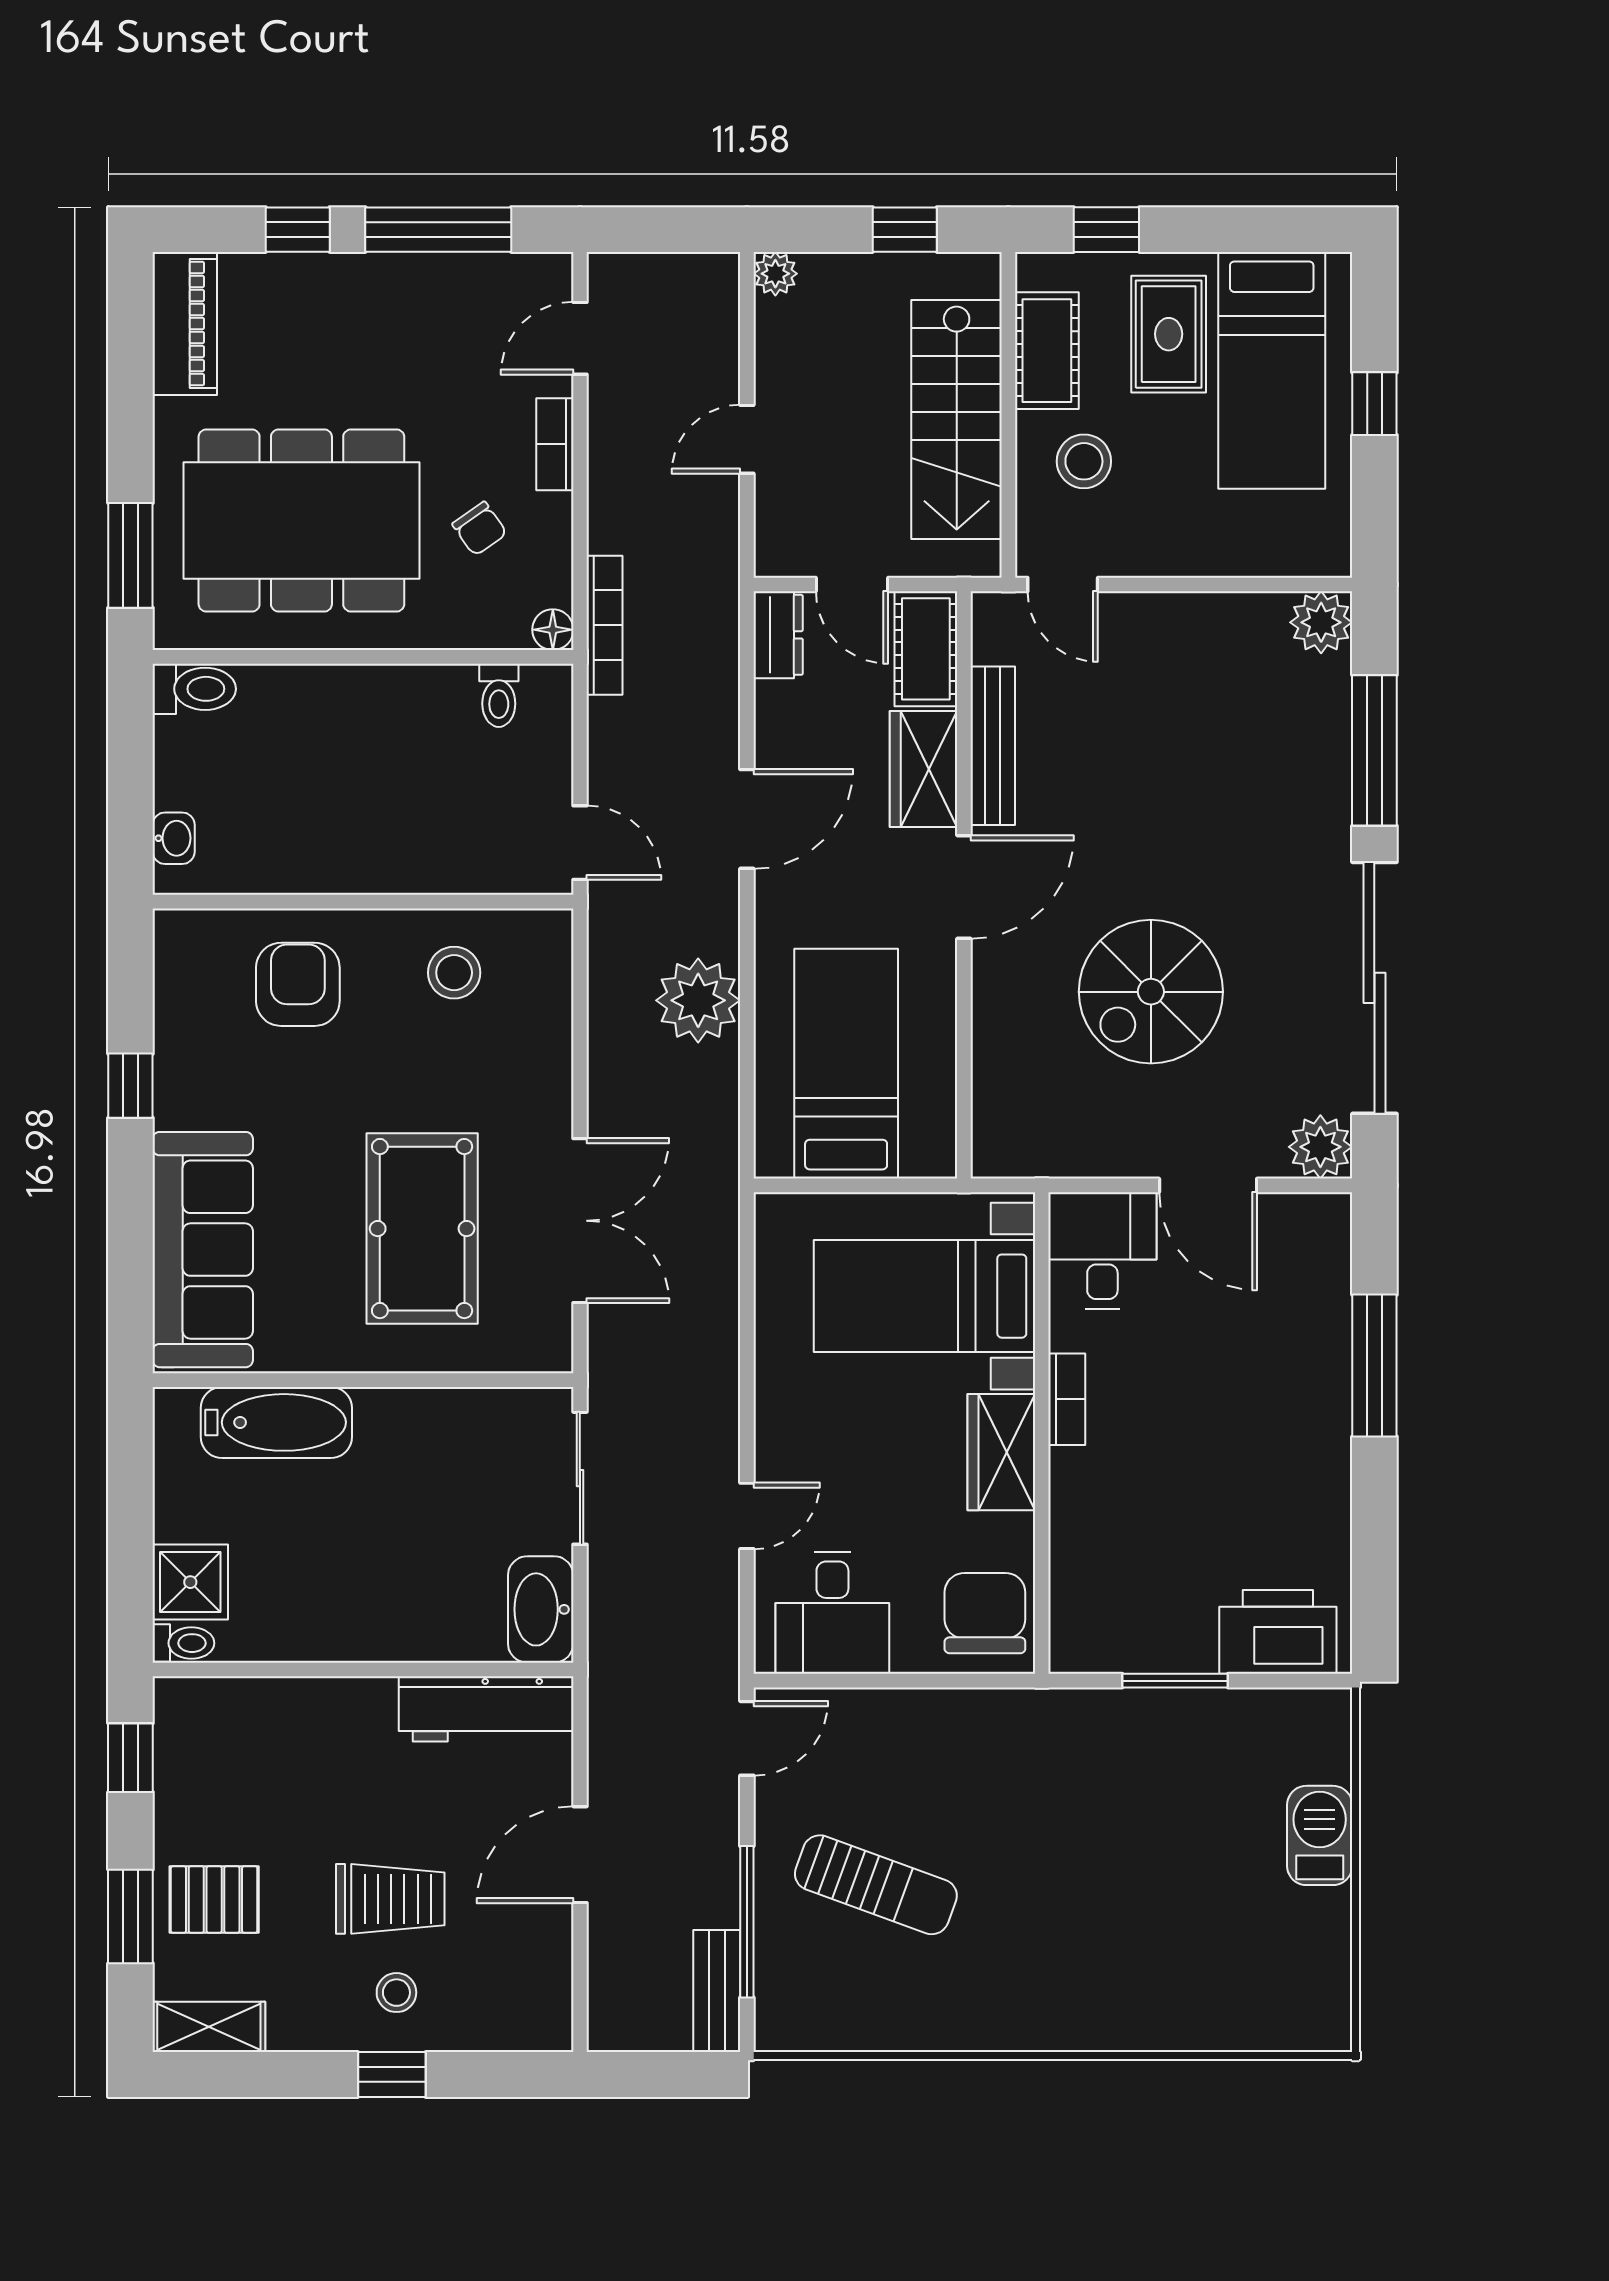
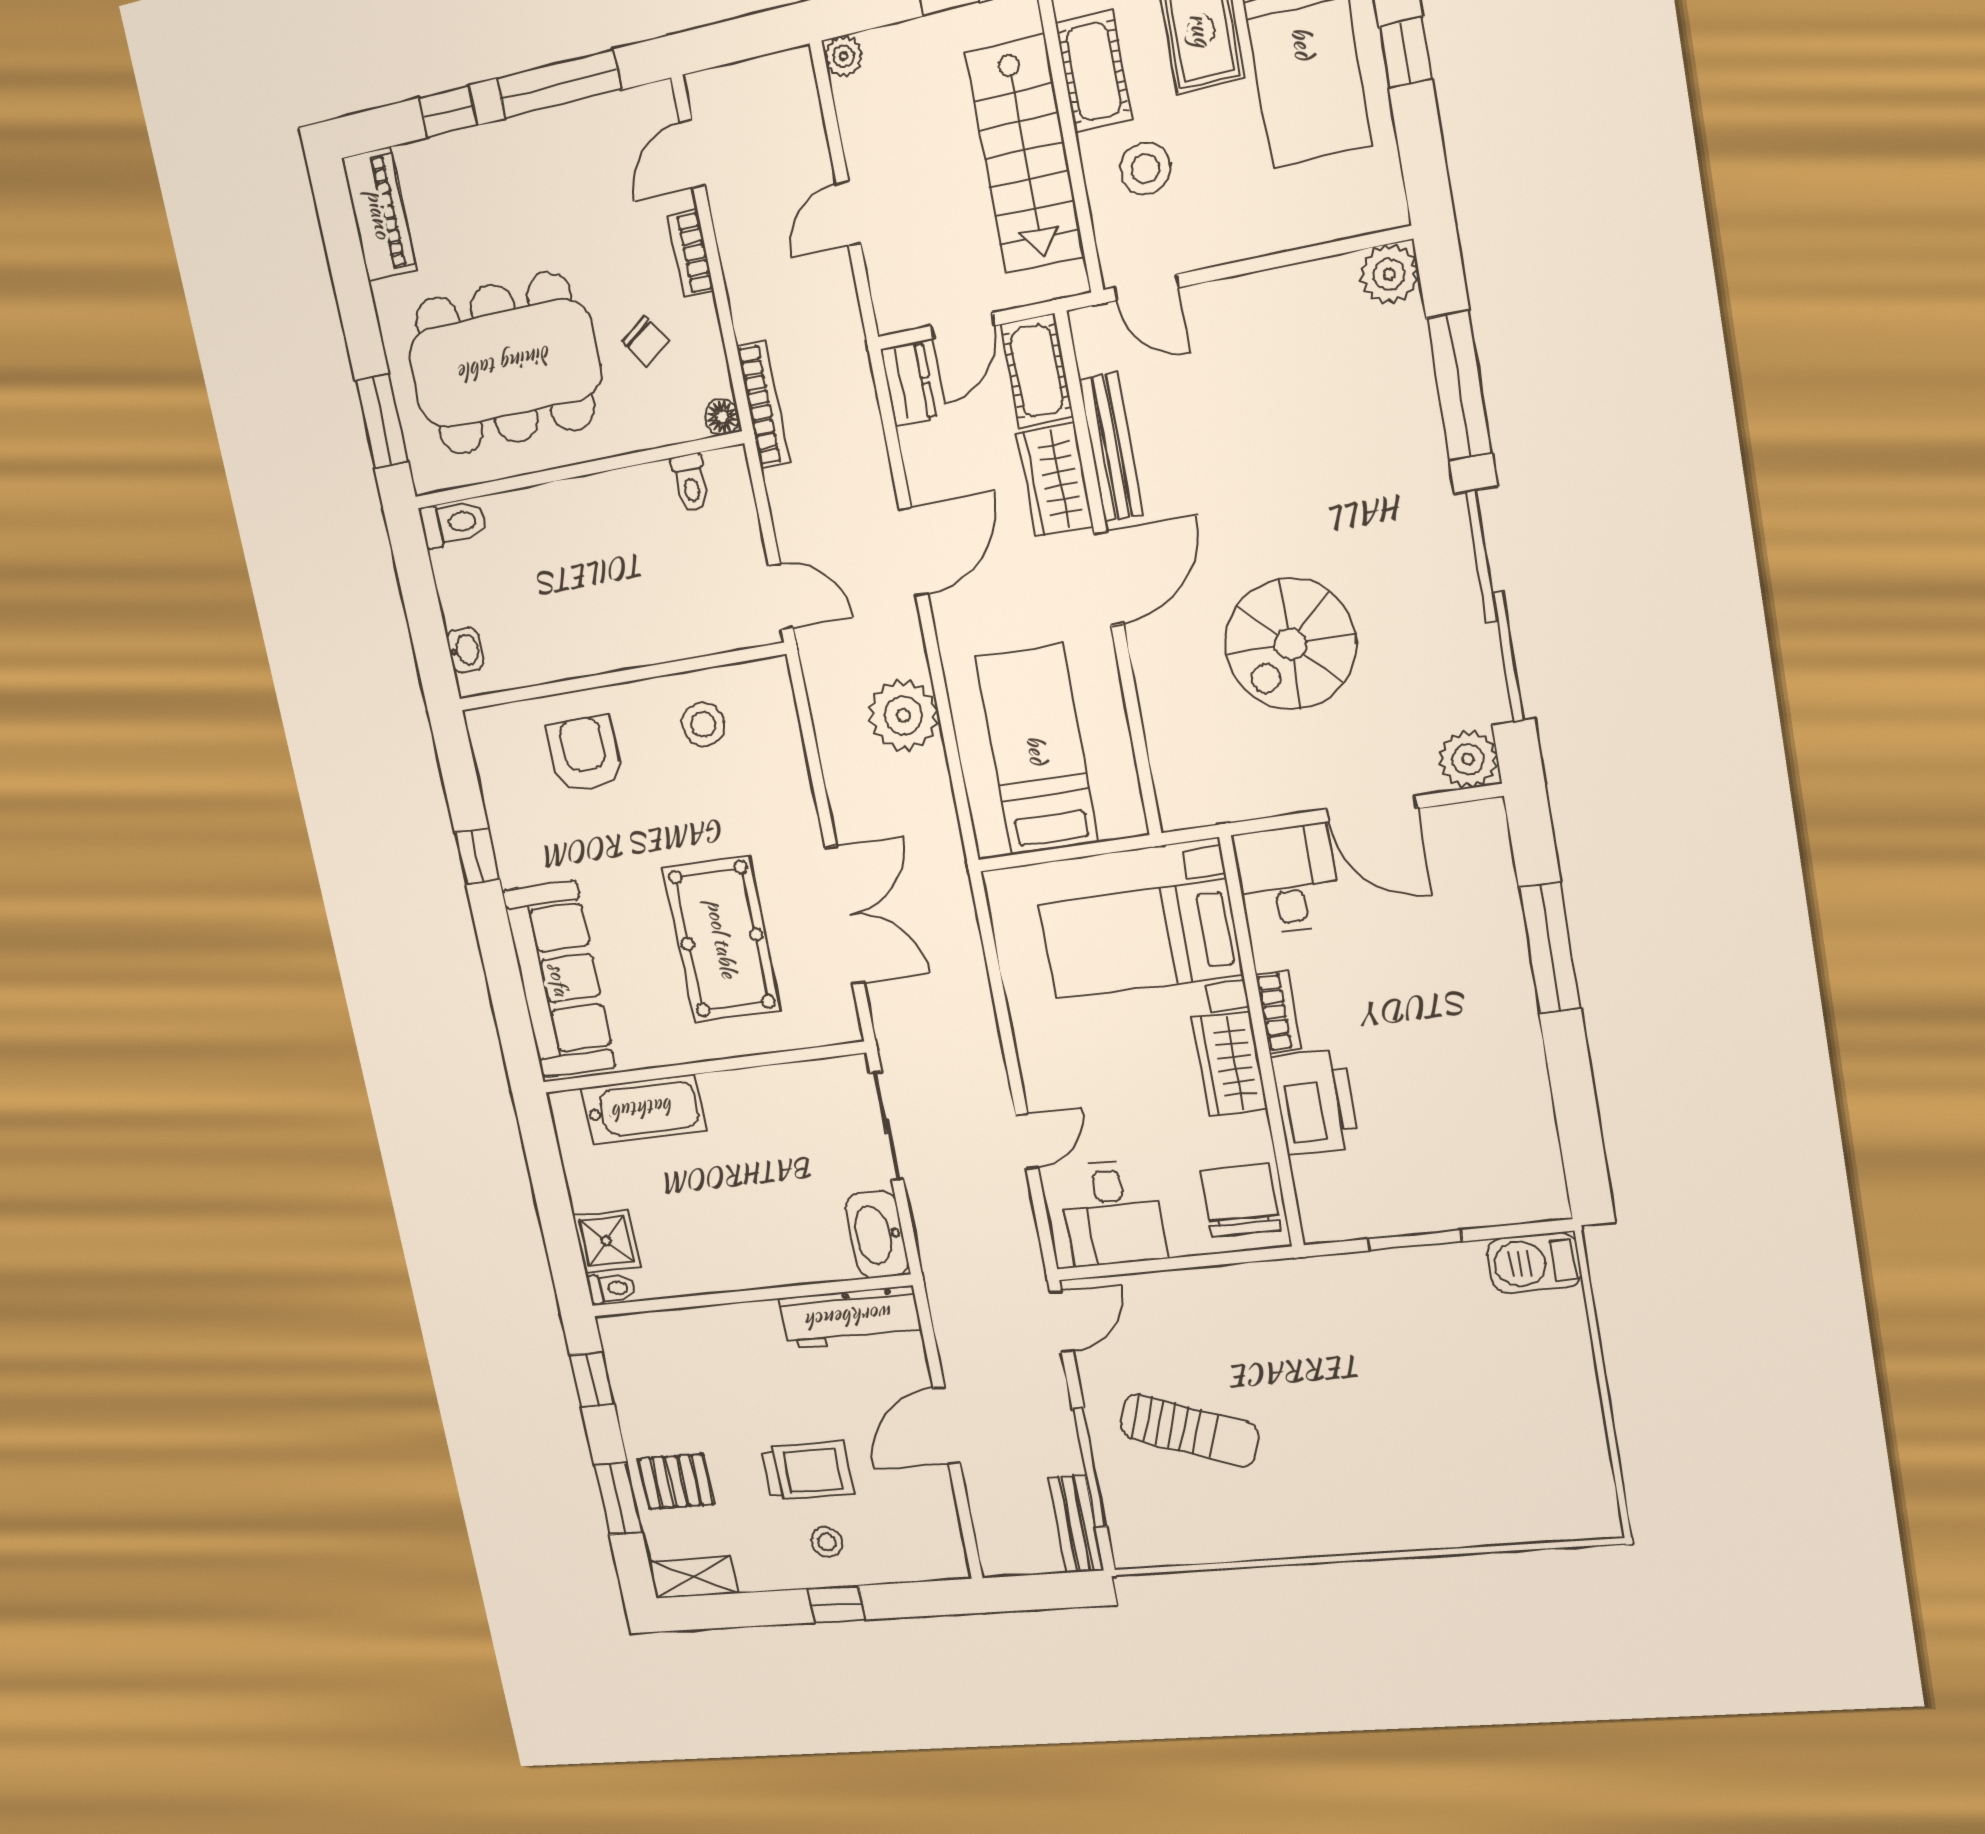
door: (852, 585) -> (963, 326), hinge flipped
printer: (1278, 1632) -> (1315, 1102), moved, turned 90
barbecue: (1320, 1835) -> (1534, 1263), moved, turned -90

